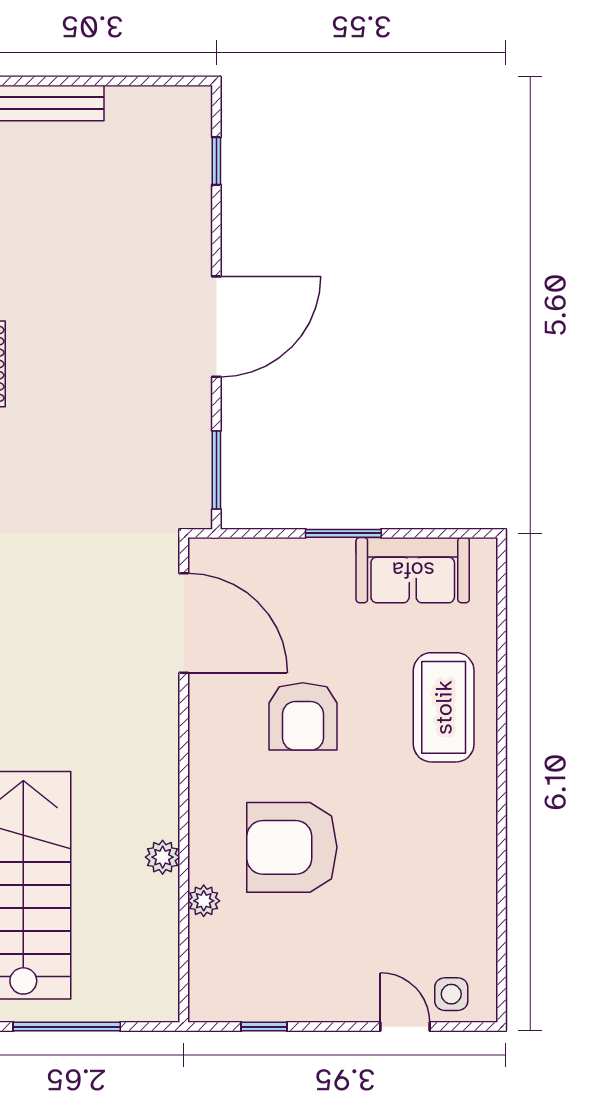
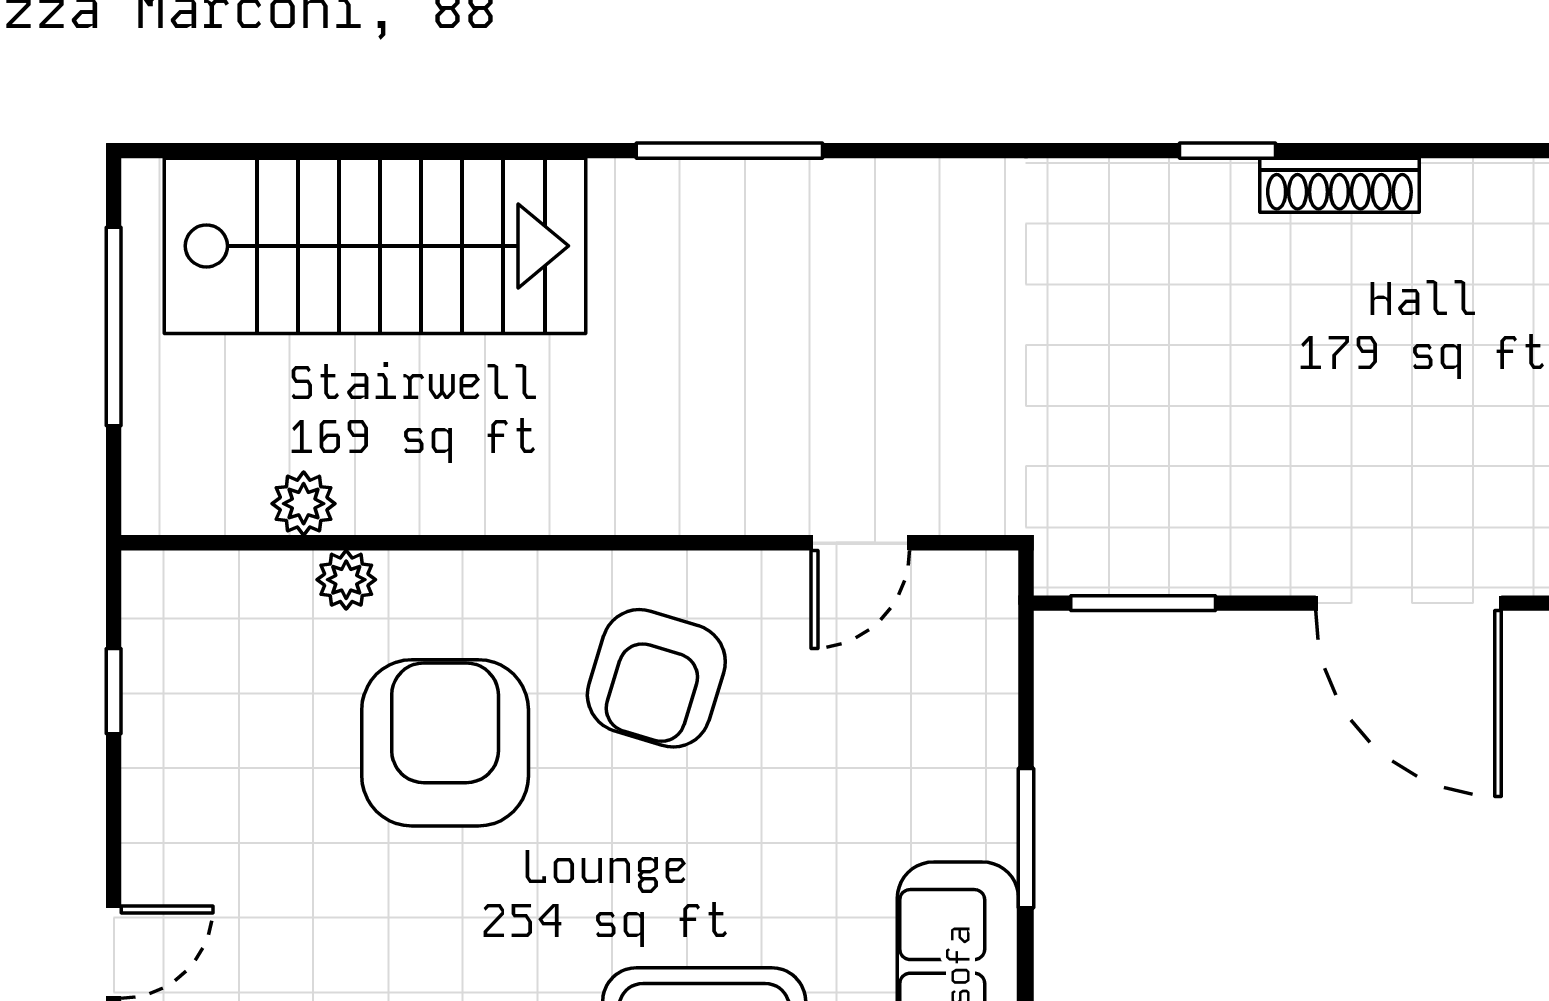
door: (184, 623) -> (860, 543), width x0.53
armchair: (303, 716) -> (656, 678), moved, turned -73
plant: (163, 857) -> (304, 504), moved

